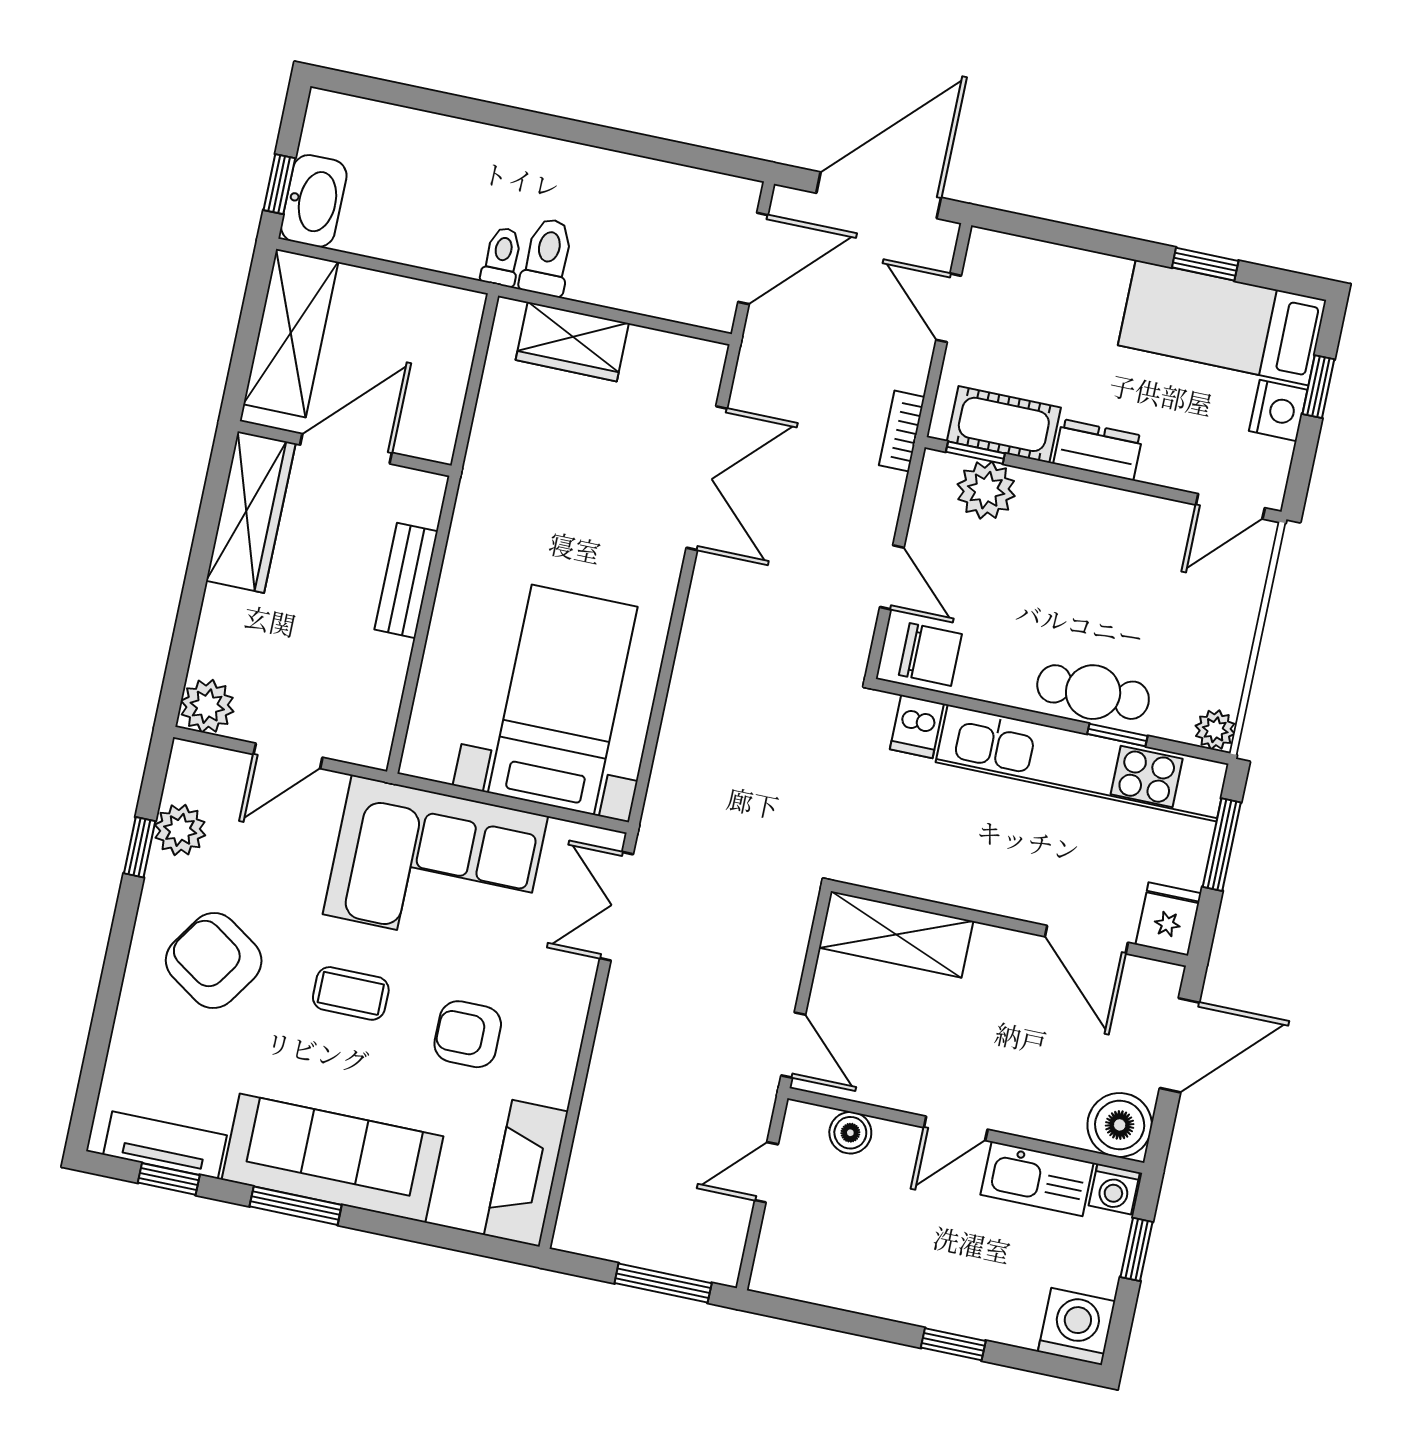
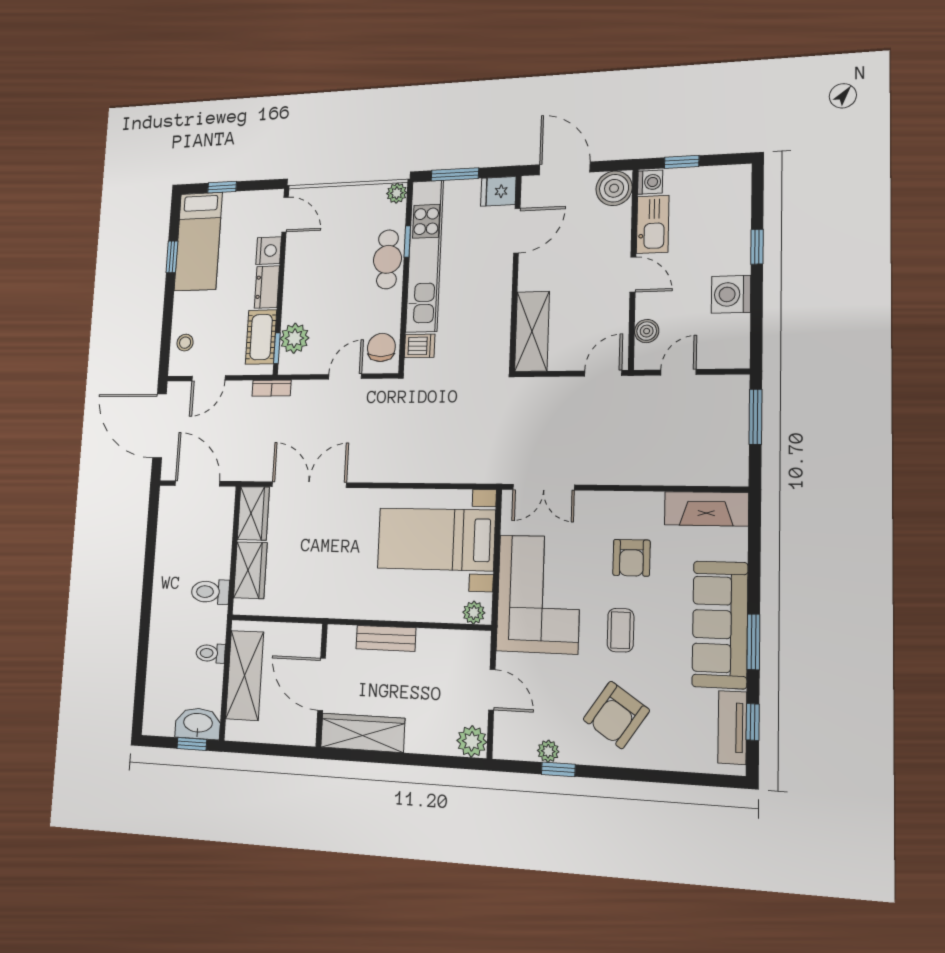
toilet: (502, 257) -> (211, 653), moved
stool: (1029, 269) -> (185, 343), added
shelving: (291, 333) -> (245, 675), moved, turned 90
wardrobe: (675, 362) -> (253, 513), added
nightstand: (1278, 410) -> (269, 251), moved, turned 90
plant: (424, 746) -> (474, 613), added
plant: (180, 830) -> (548, 751), width x0.73, depth x0.73
door: (766, 1172) -> (678, 372), swing flipped
washing machine: (1077, 1326) -> (731, 294), moved

